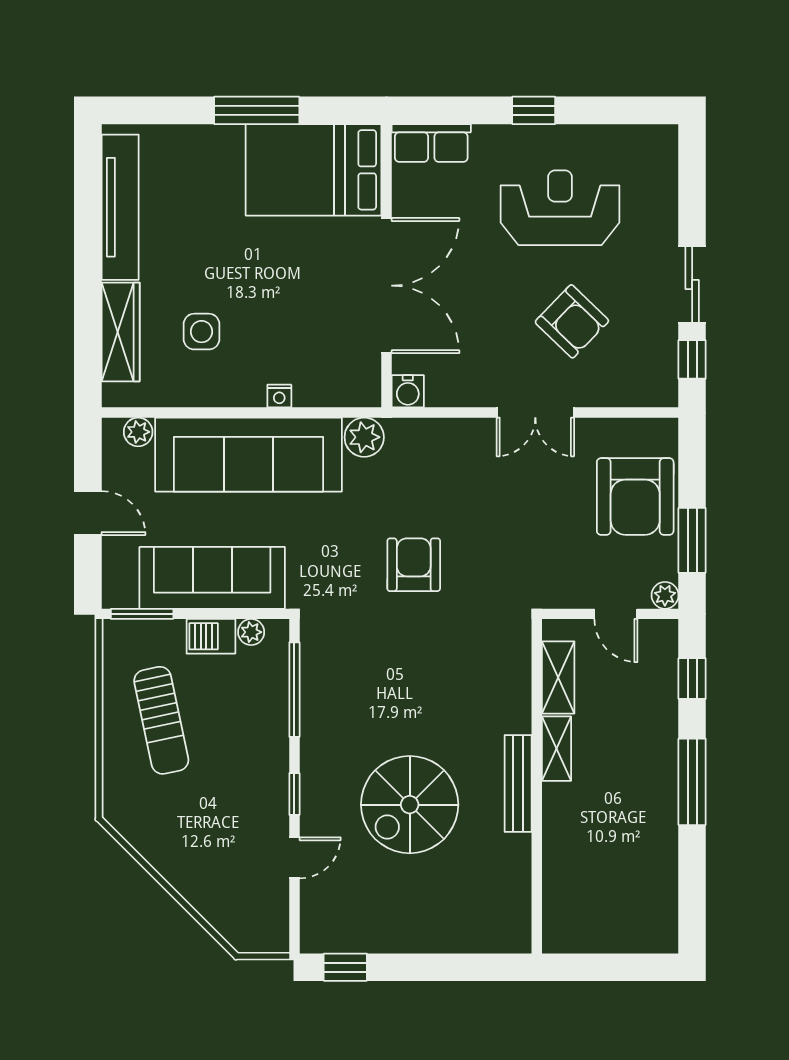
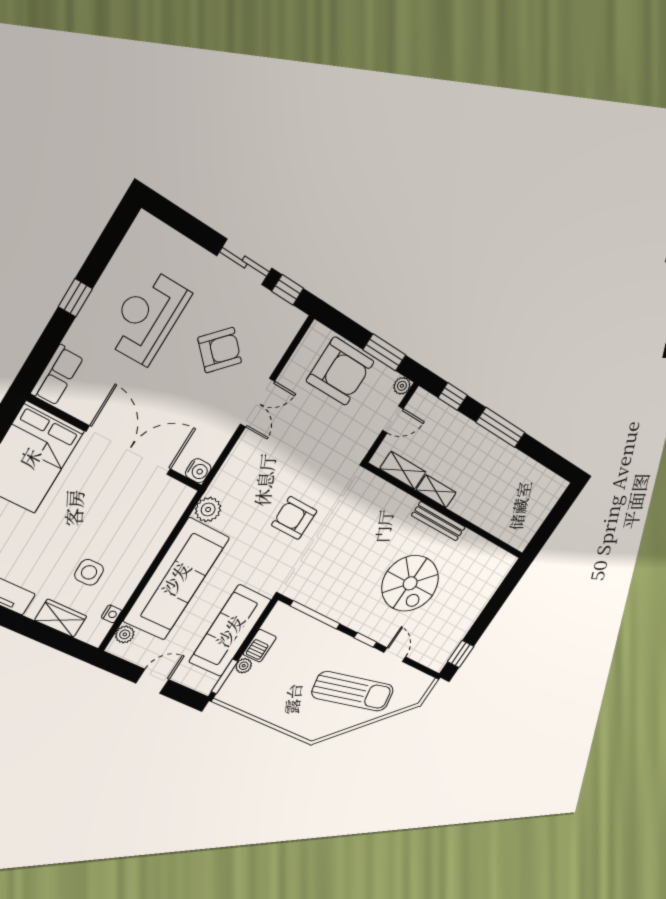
wardrobe: (121, 332) -> (61, 618), width x0.67
nightstand: (279, 396) -> (111, 614), moved
plant: (251, 632) -> (244, 666), moved
sun lounger: (161, 720) -> (353, 691), moved, width x1.36, depth x1.34

